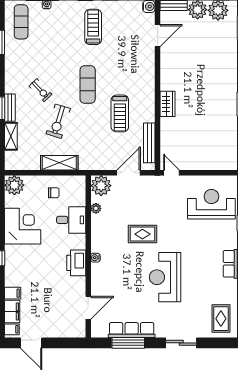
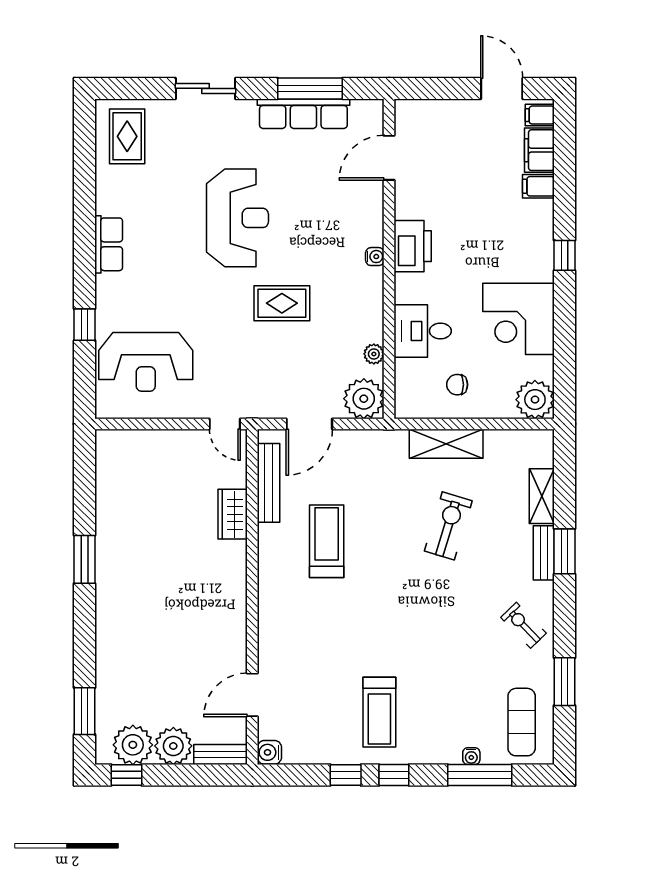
exercise mat: (88, 84) -> (390, 598), removed
exercise bike: (40, 90) -> (523, 625), moved
wardrobe: (167, 104) -> (233, 514), moved

